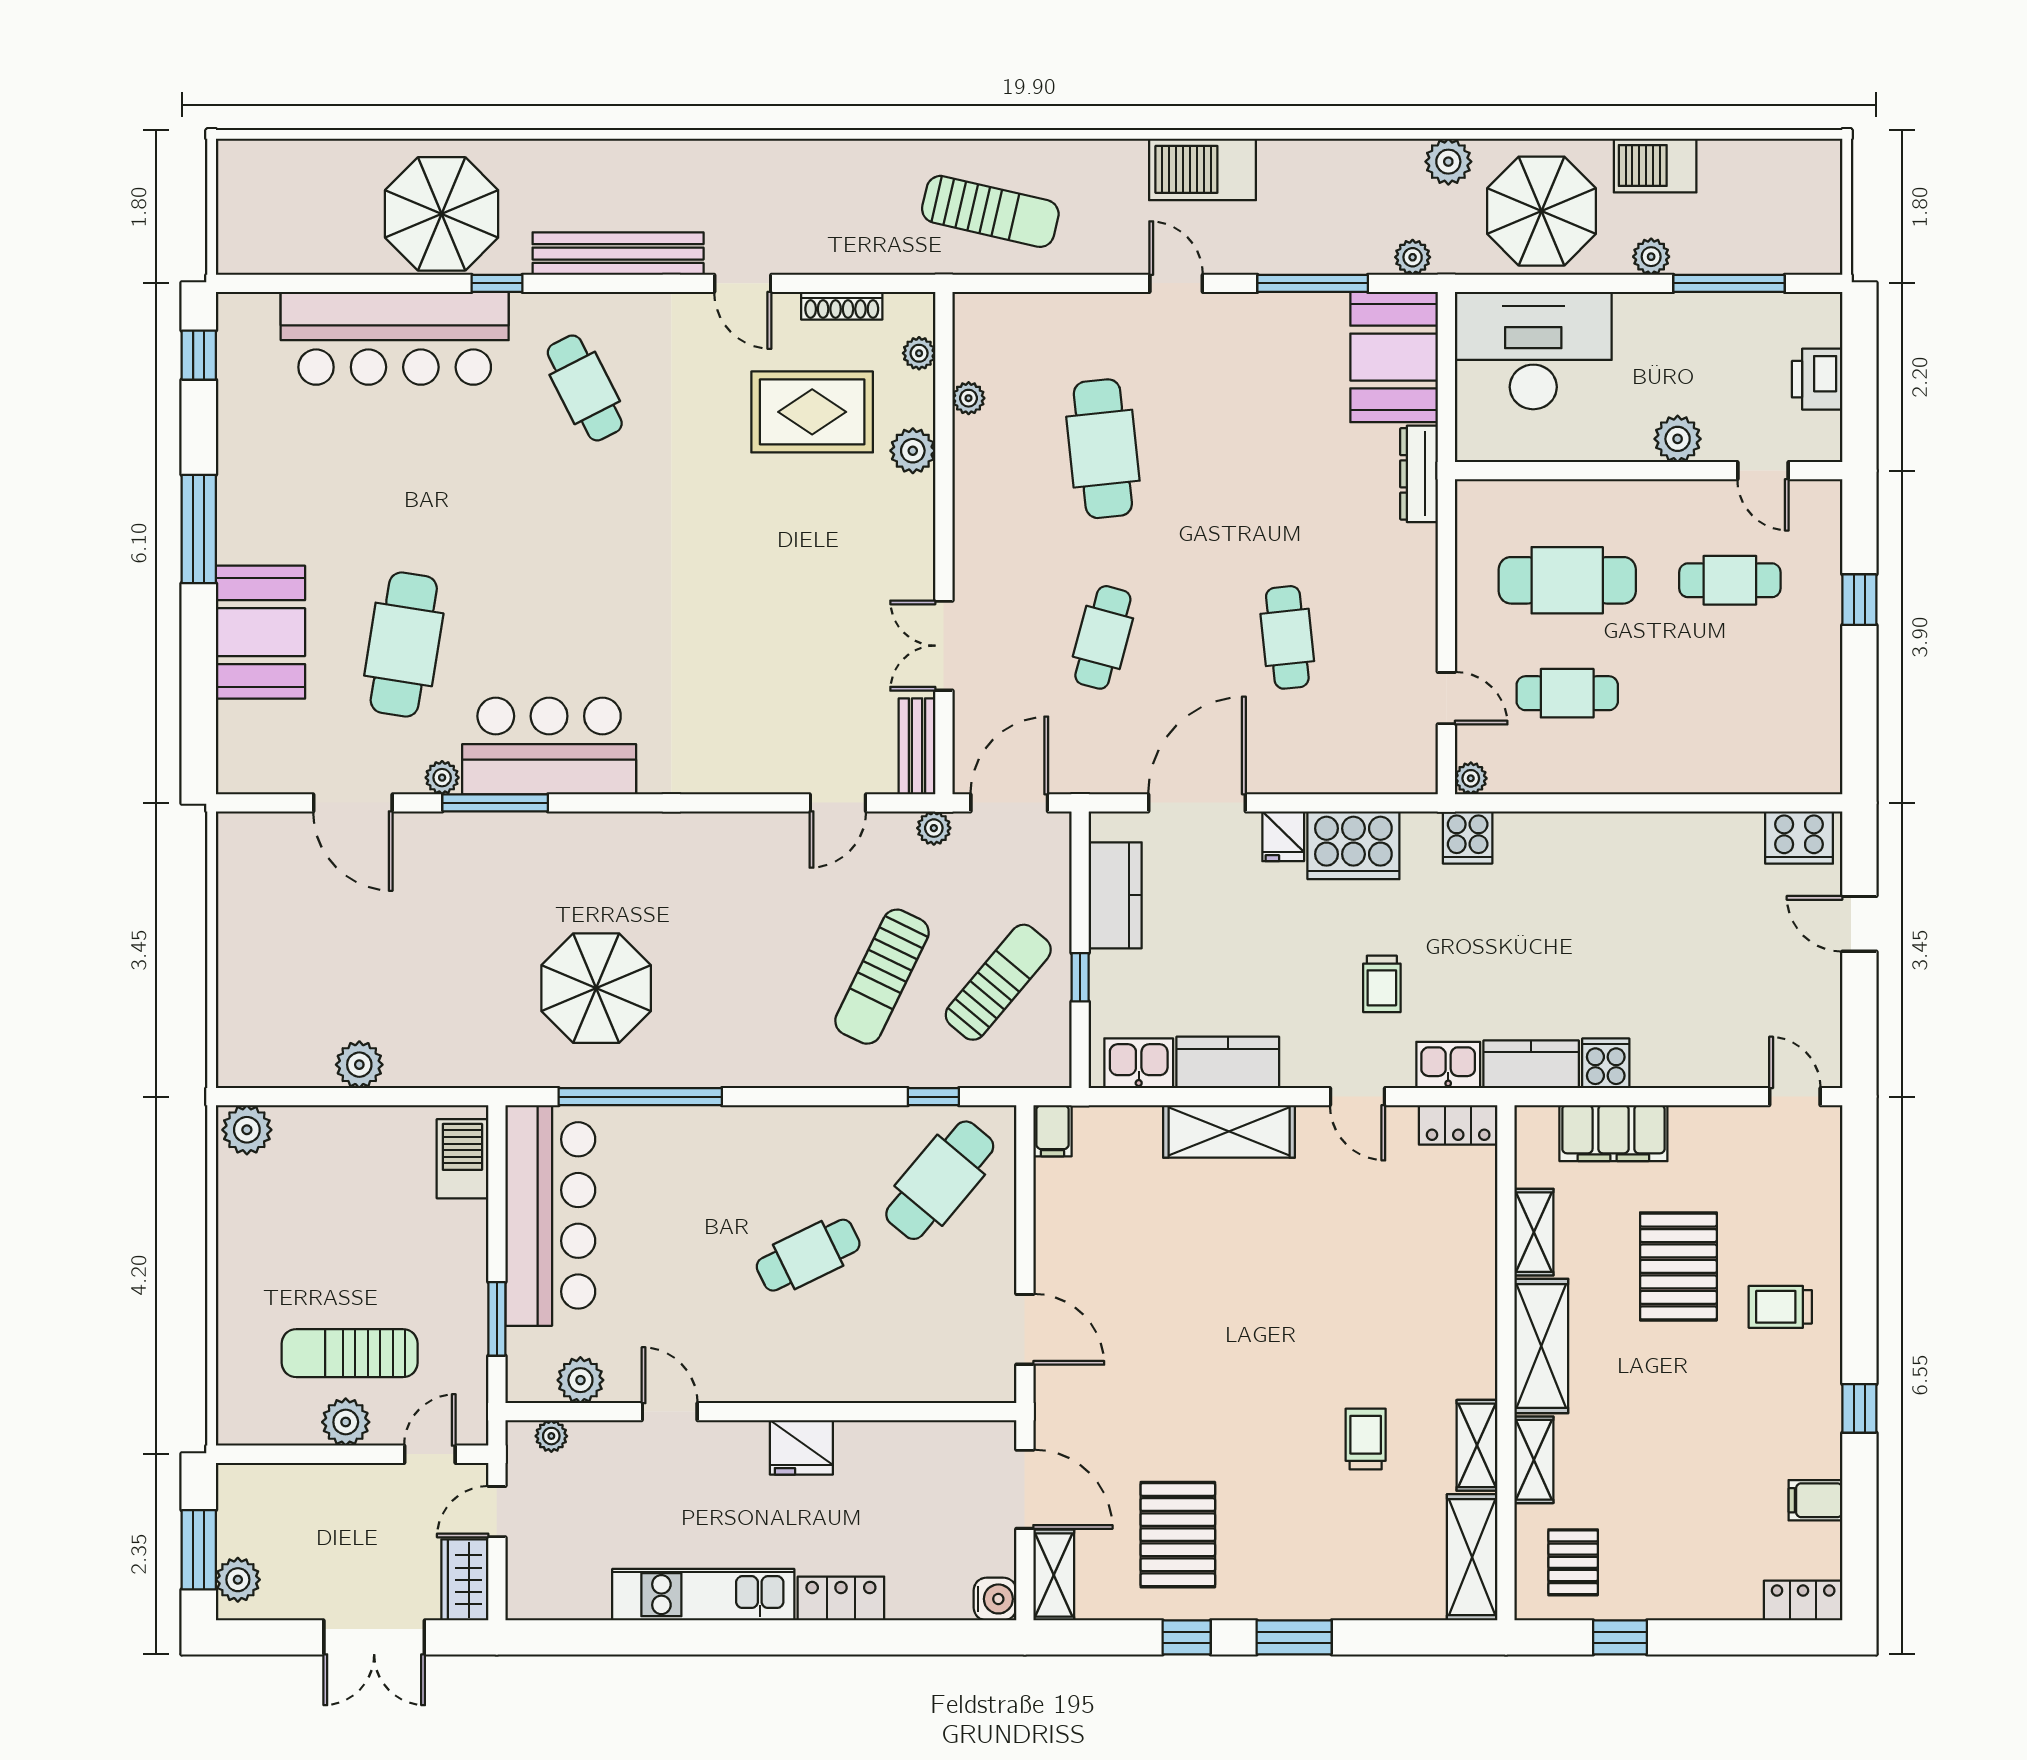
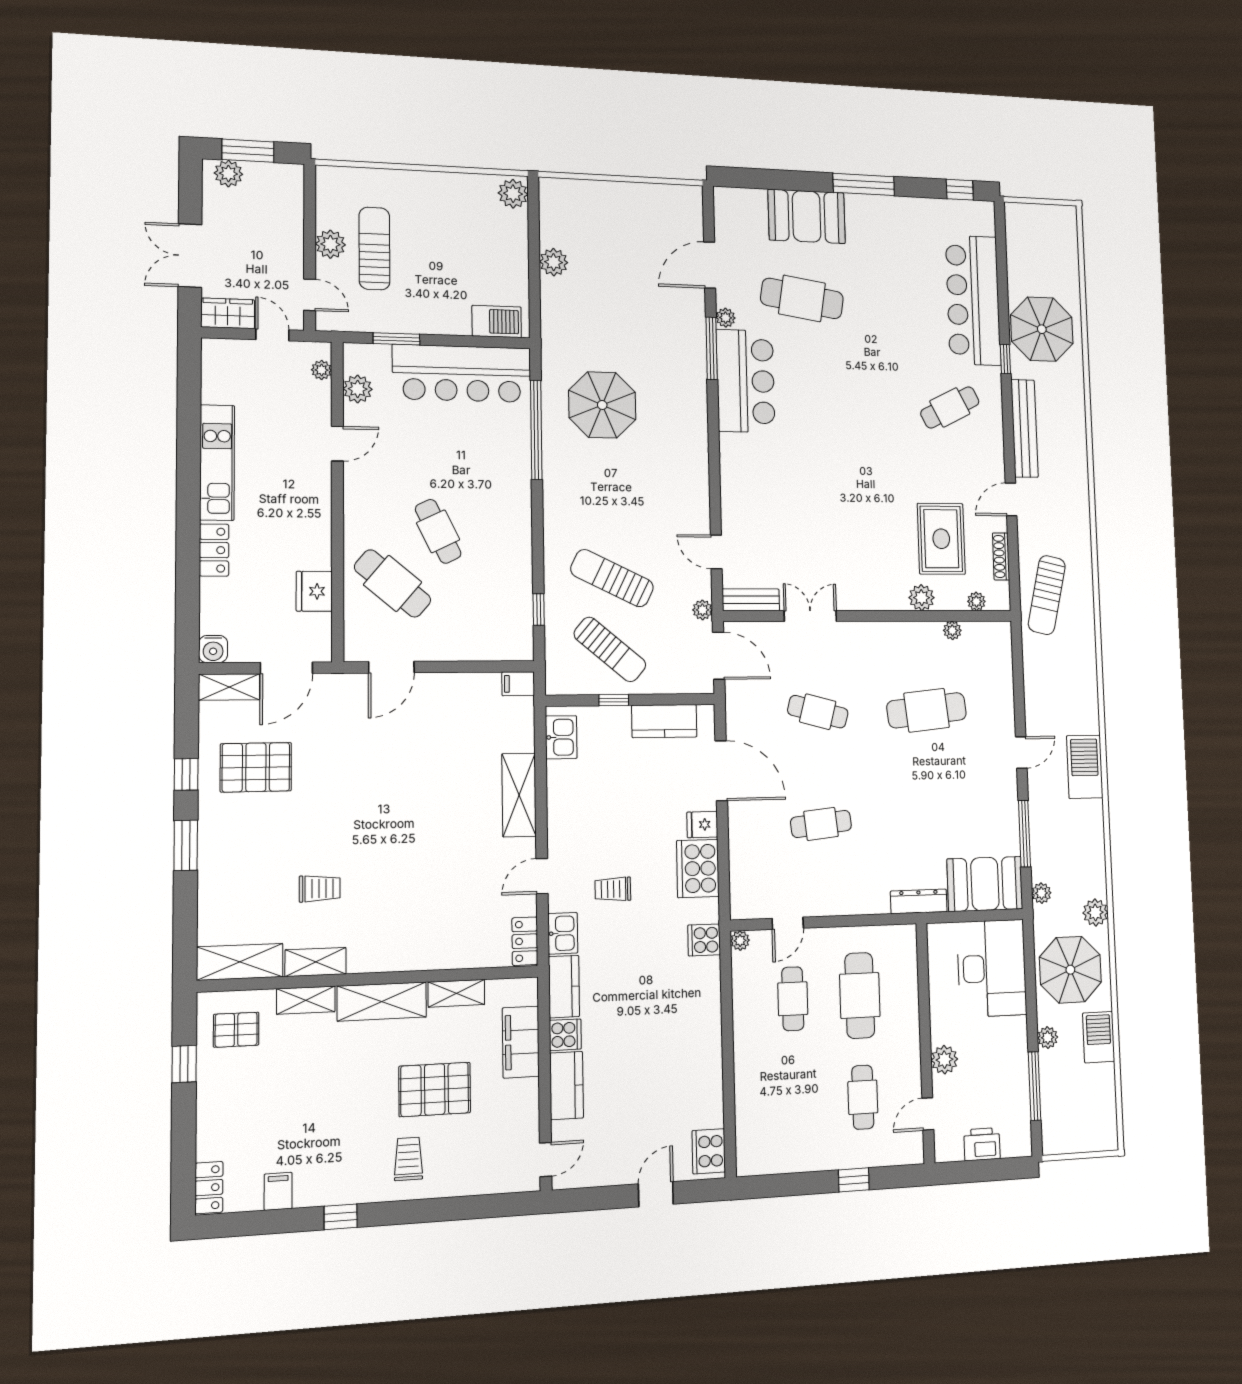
sun lounger: (990, 211) -> (1047, 595), moved
kitchen counter: (1228, 1062) -> (567, 1086), moved
cafe table: (940, 1180) -> (393, 583), moved
fridge: (801, 1447) -> (314, 591), moved

